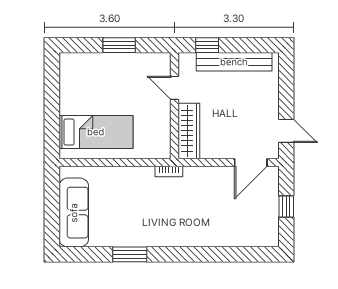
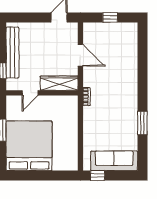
bed: (96, 132) -> (29, 146), moved, width x2.04
door: (251, 162) -> (80, 55), moved
window: (52, 188) -> (97, 176), added

